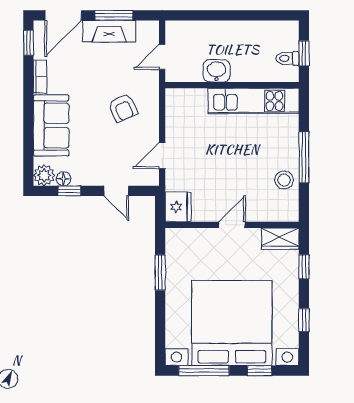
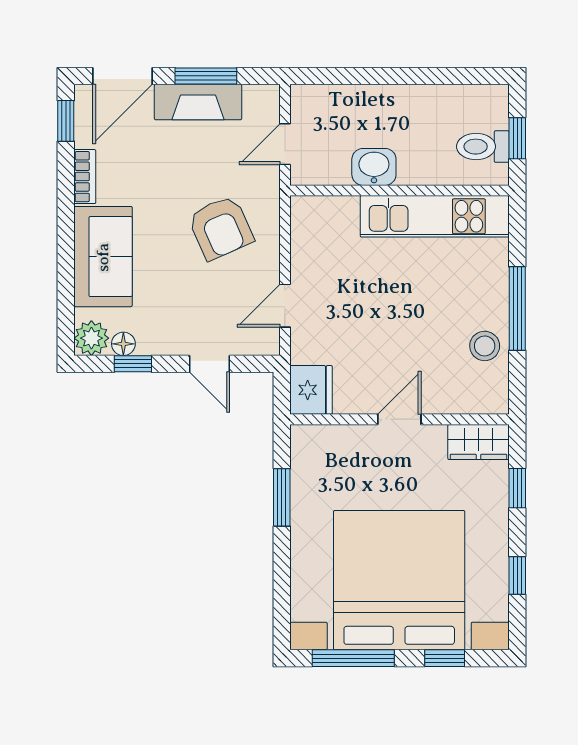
toilet: (287, 58) -> (483, 147), width x1.37, depth x1.39
armchair: (123, 108) -> (221, 228), width x1.38, depth x1.38

